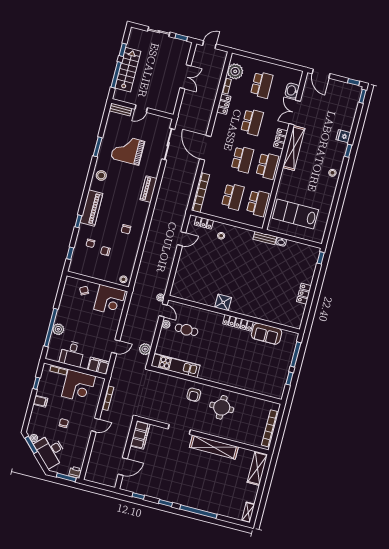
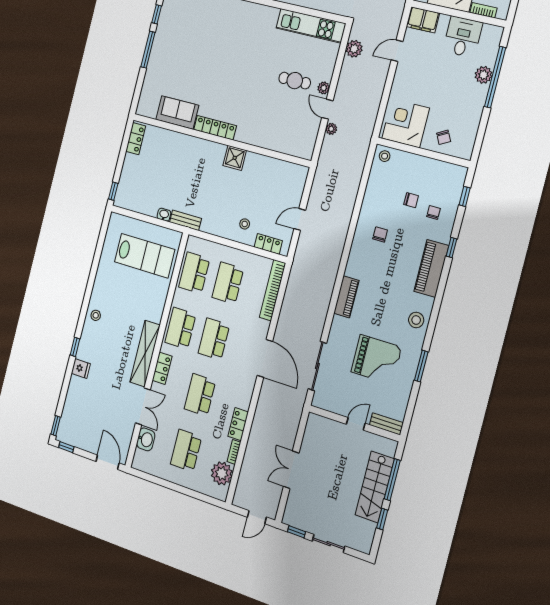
shower: (223, 302) -> (235, 158), moved
wall: (234, 314) -> (220, 140), moved
locker: (238, 323) -> (215, 128), moved
sofa: (267, 334) -> (177, 112), moved

